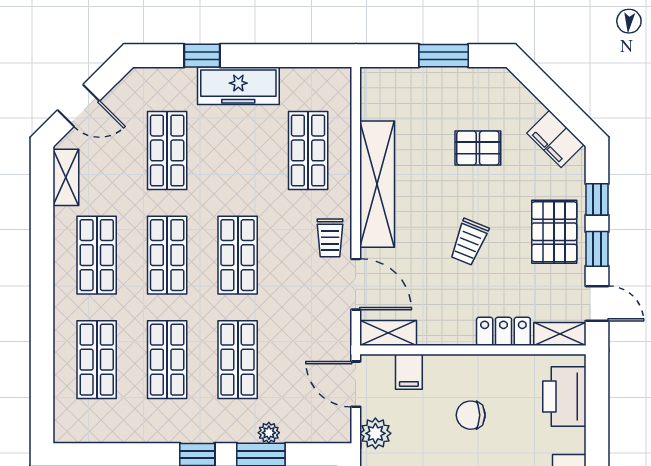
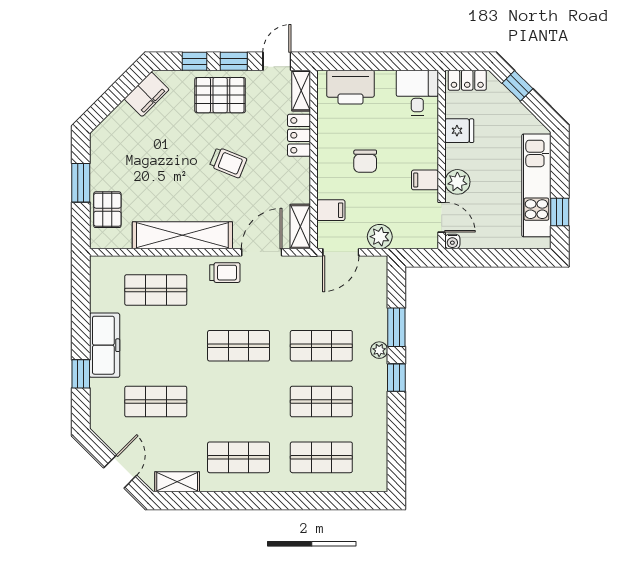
pallet: (478, 148) -> (107, 210), moved
shop shelf: (167, 255) -> (239, 402), removed
plant: (269, 433) -> (379, 350), moved

